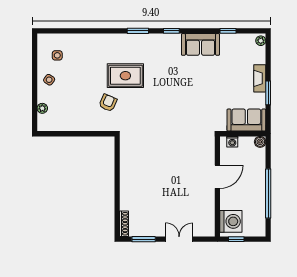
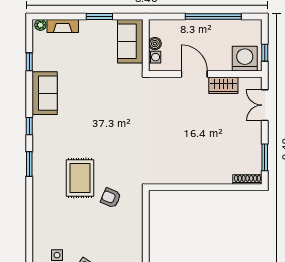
fireplace: (260, 78) -> (63, 26), moved
boiler: (260, 142) -> (155, 44), moved
wardrobe: (207, 202) -> (223, 85), added
double door: (179, 239) -> (265, 105), moved

